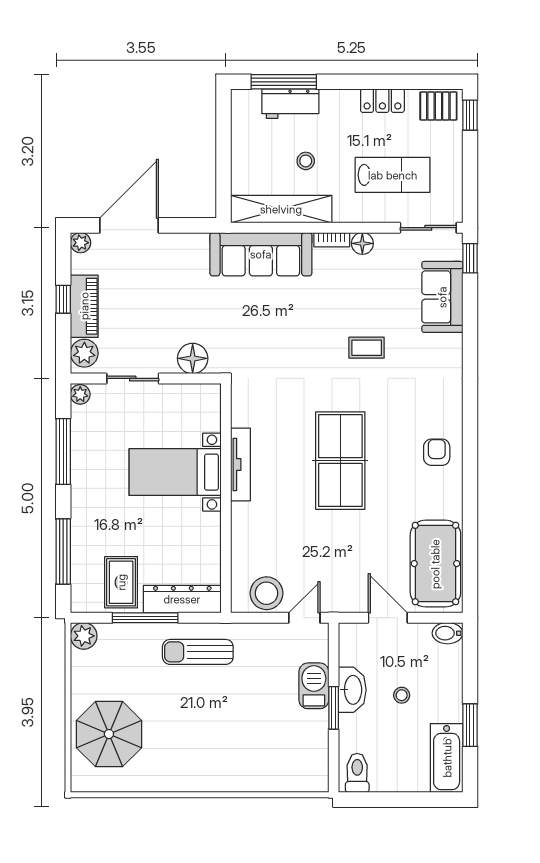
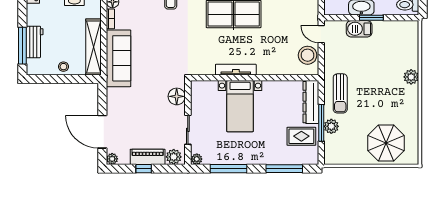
stool: (306, 161) -> (63, 67), moved
plant: (84, 636) -> (331, 126), moved
plant: (228, 779) -> (411, 77), added

